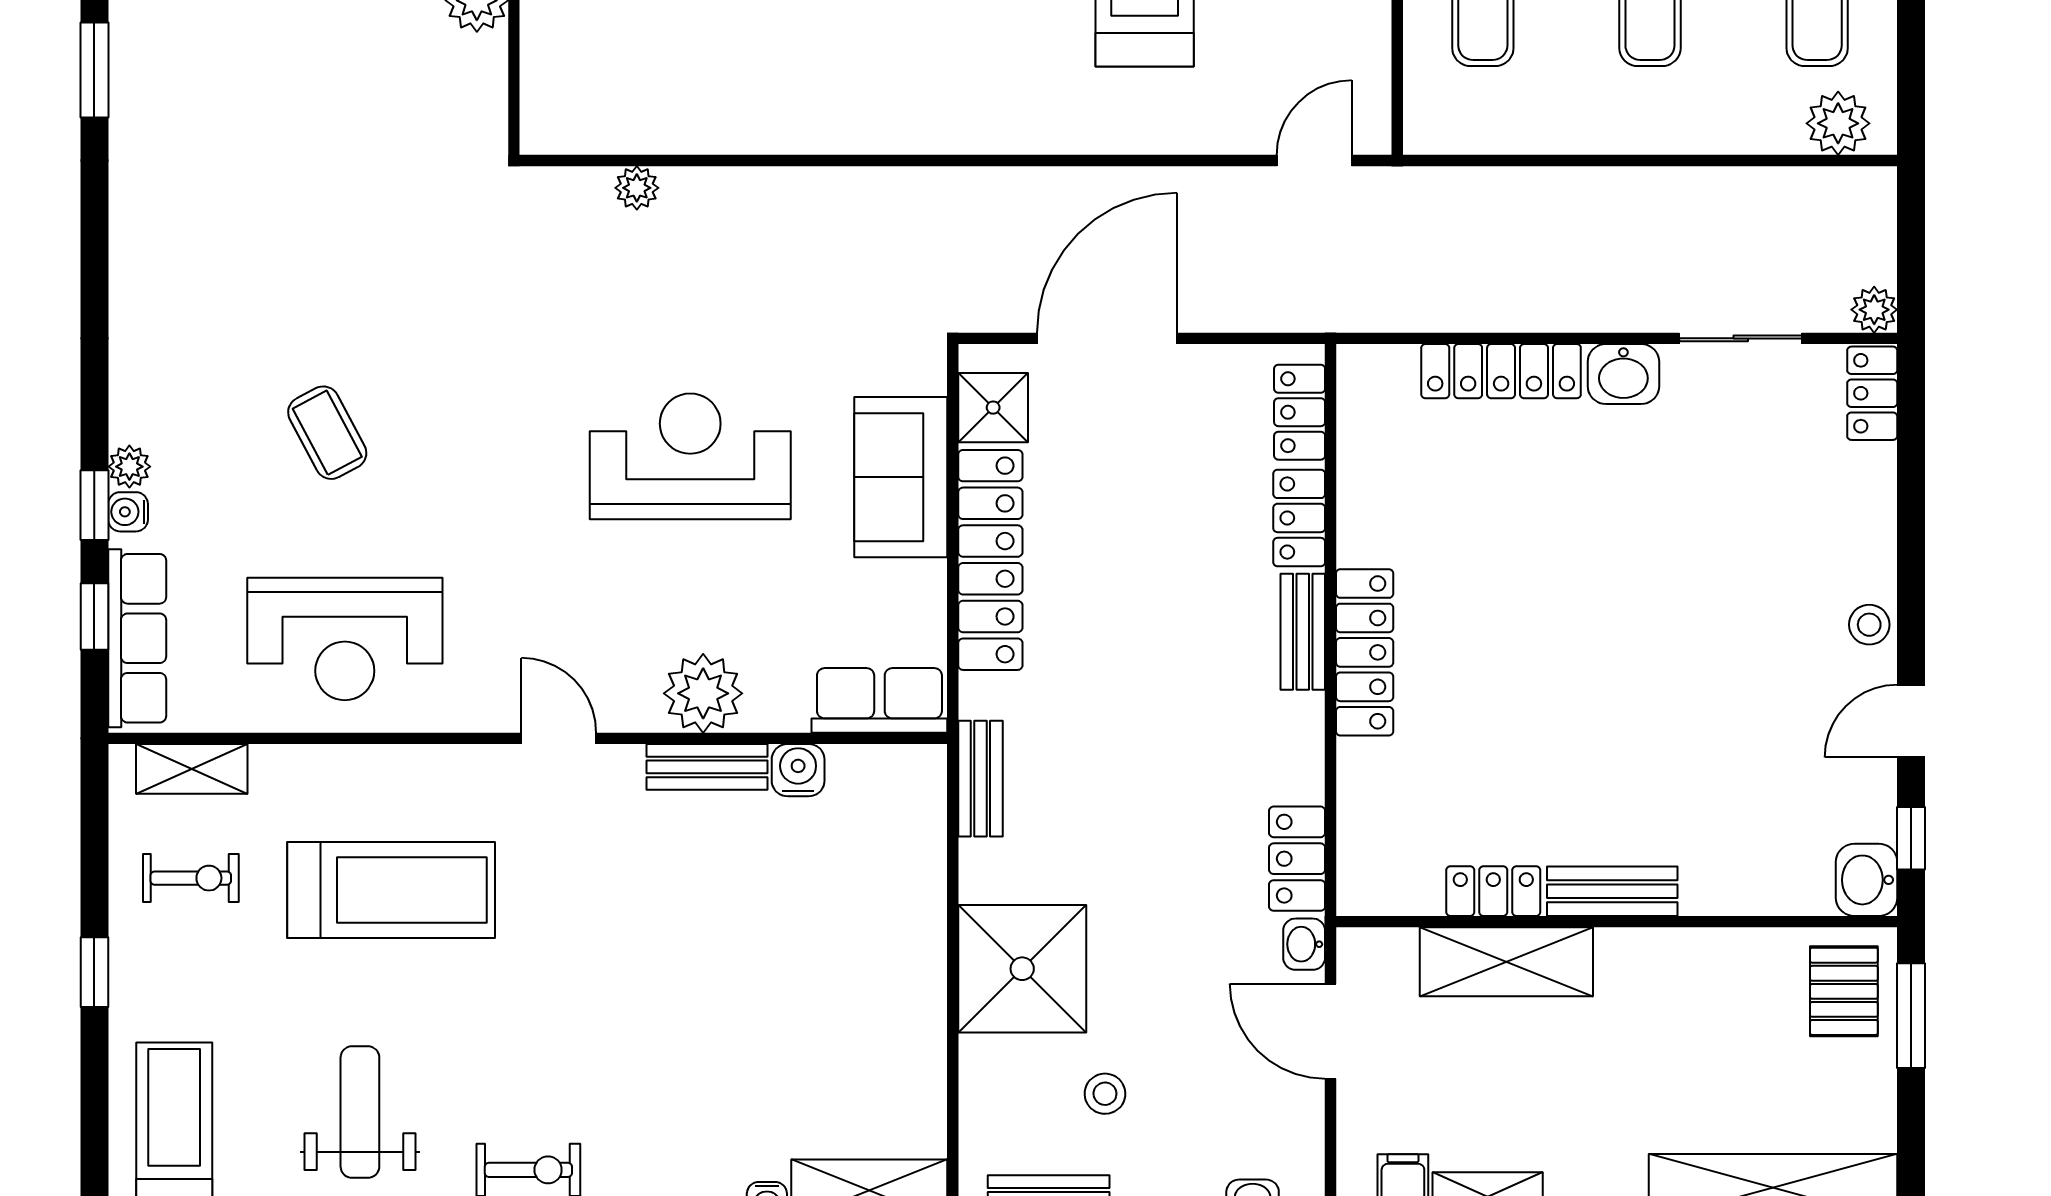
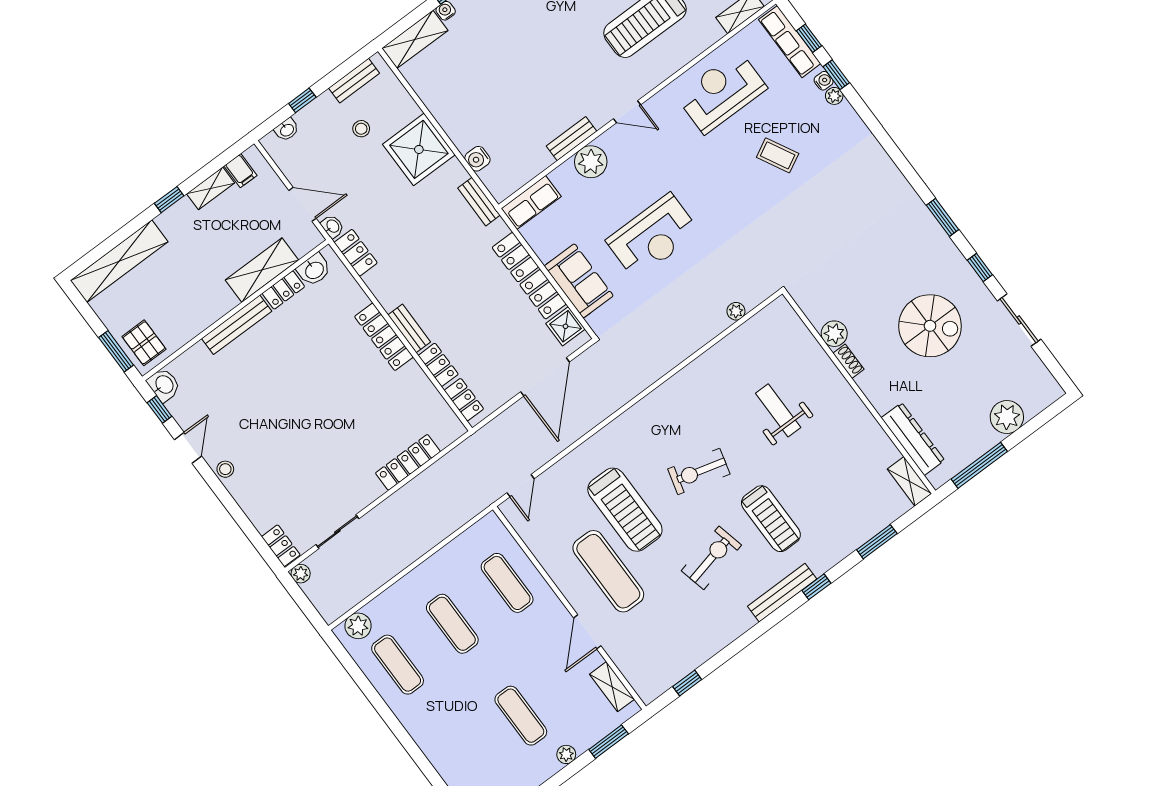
washbasin: (1623, 374) -> (314, 270), moved, turned 180
water cooler: (798, 770) -> (477, 159), moved, turned 90
bench: (1612, 891) -> (237, 325), width x1.36

